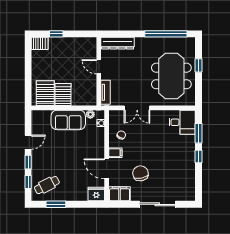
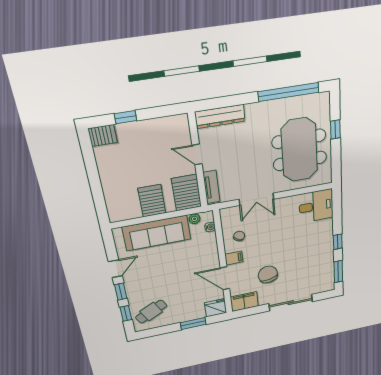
server rack: (45, 93) -> (187, 193), moved
sofa: (68, 120) -> (157, 233), width x1.36
window: (199, 133) -> (338, 272), moved
window: (56, 204) -> (193, 323), moved

